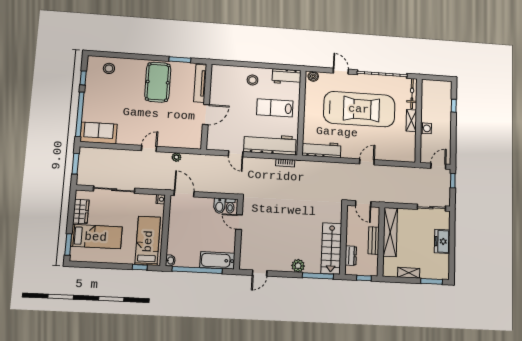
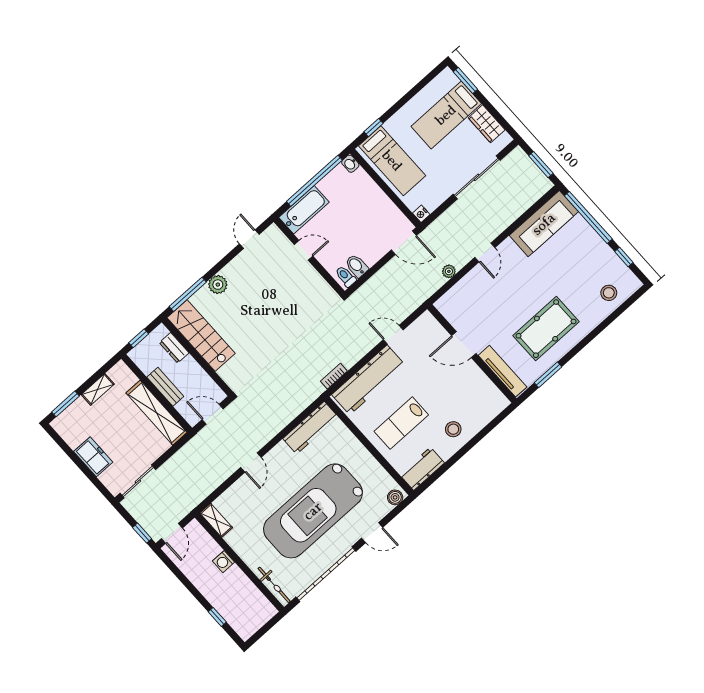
pool table: (158, 82) -> (546, 329), turned 90
lab bench: (275, 108) -> (401, 423), turned 180
door: (206, 115) -> (464, 345), hinge flipped
shelving: (411, 121) -> (216, 520), moved
sofa: (99, 133) -> (544, 224), width x1.36
door: (239, 222) -> (304, 250), moved

